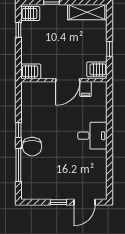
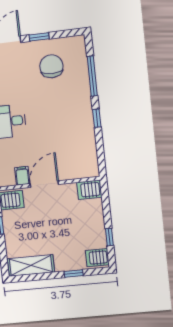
chair: (32, 147) -> (51, 66), moved

